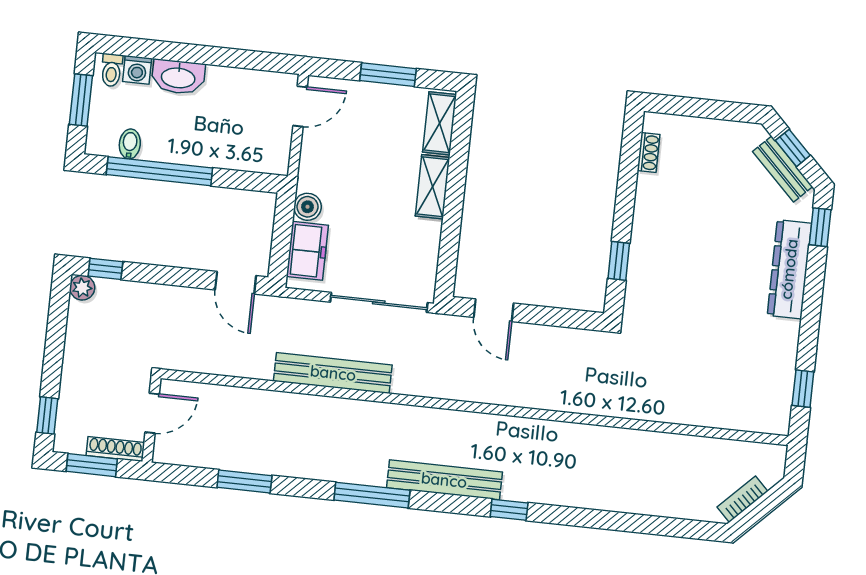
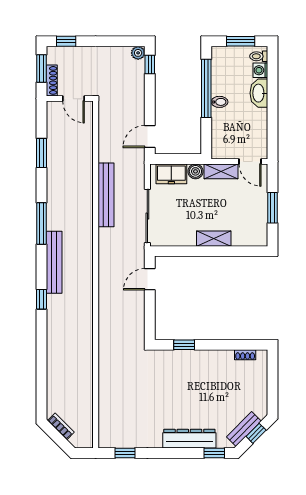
shelving: (440, 123) -> (221, 171), moved
bidet: (130, 144) -> (219, 102), moved

